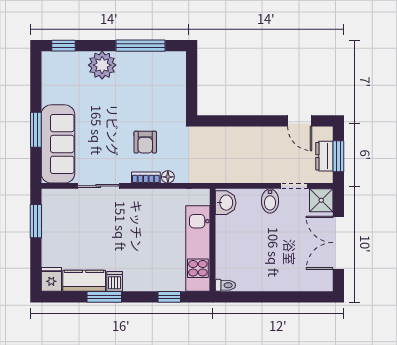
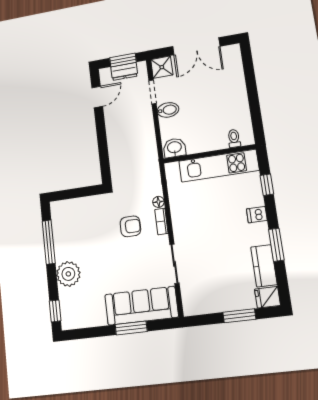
window: (36, 221) -> (239, 316), moved
dishwasher: (115, 281) -> (257, 215), moved
toilet: (225, 285) -> (234, 138), moved

